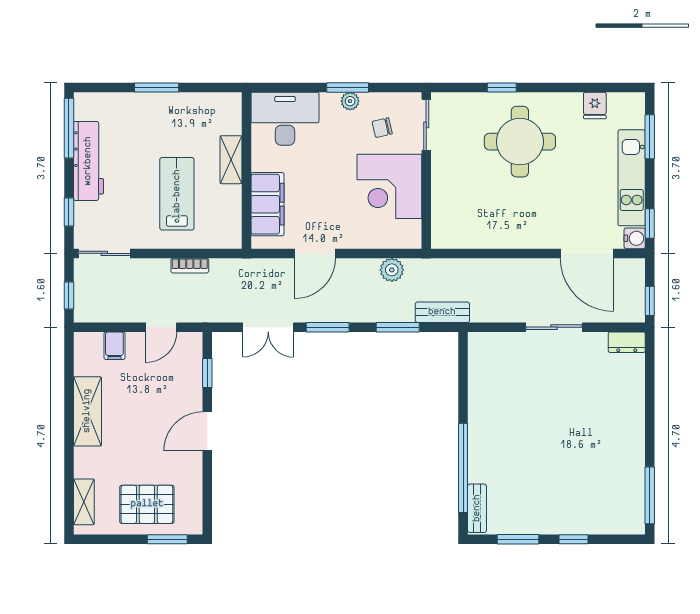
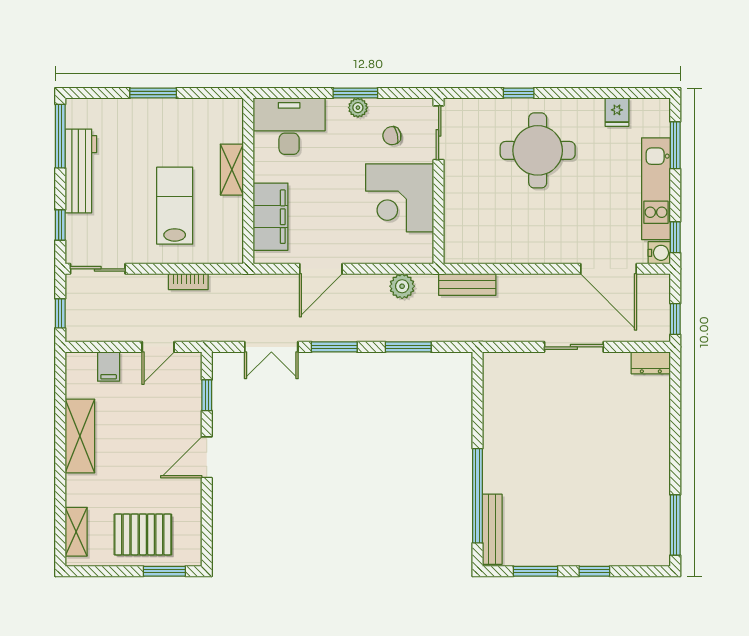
bench: (442, 312) -> (467, 285), moved
bench: (477, 508) -> (492, 529), width x1.36

